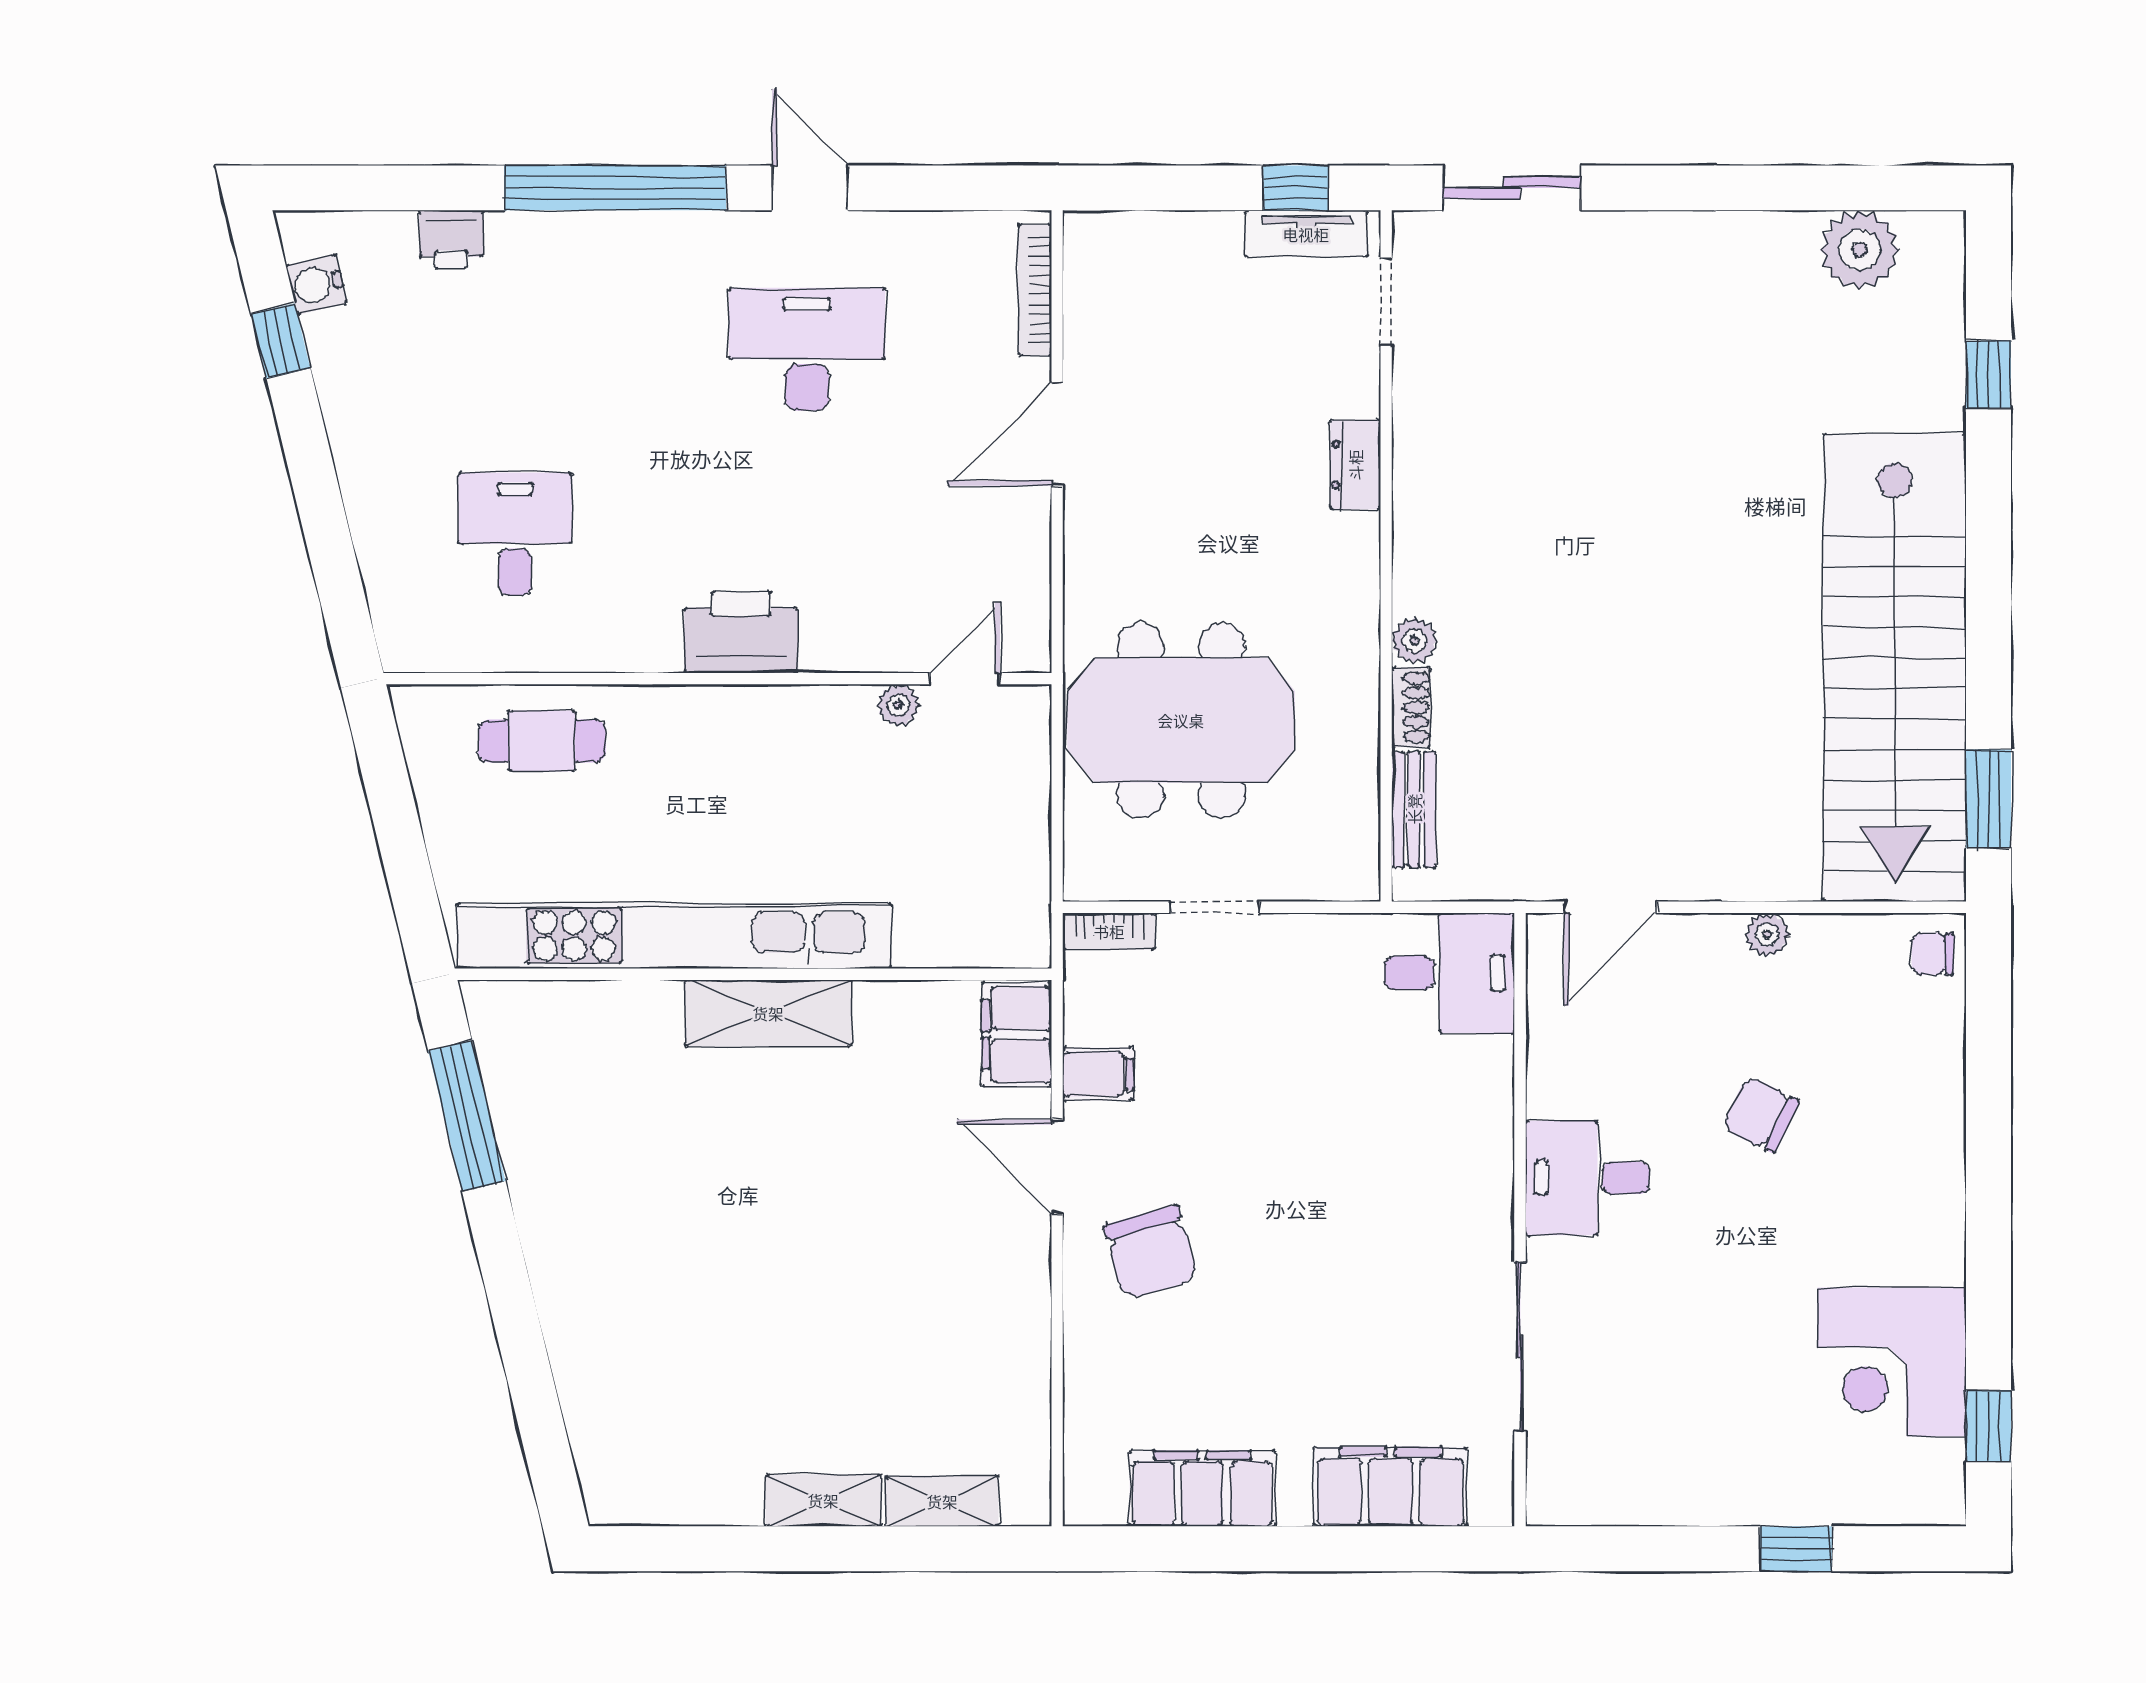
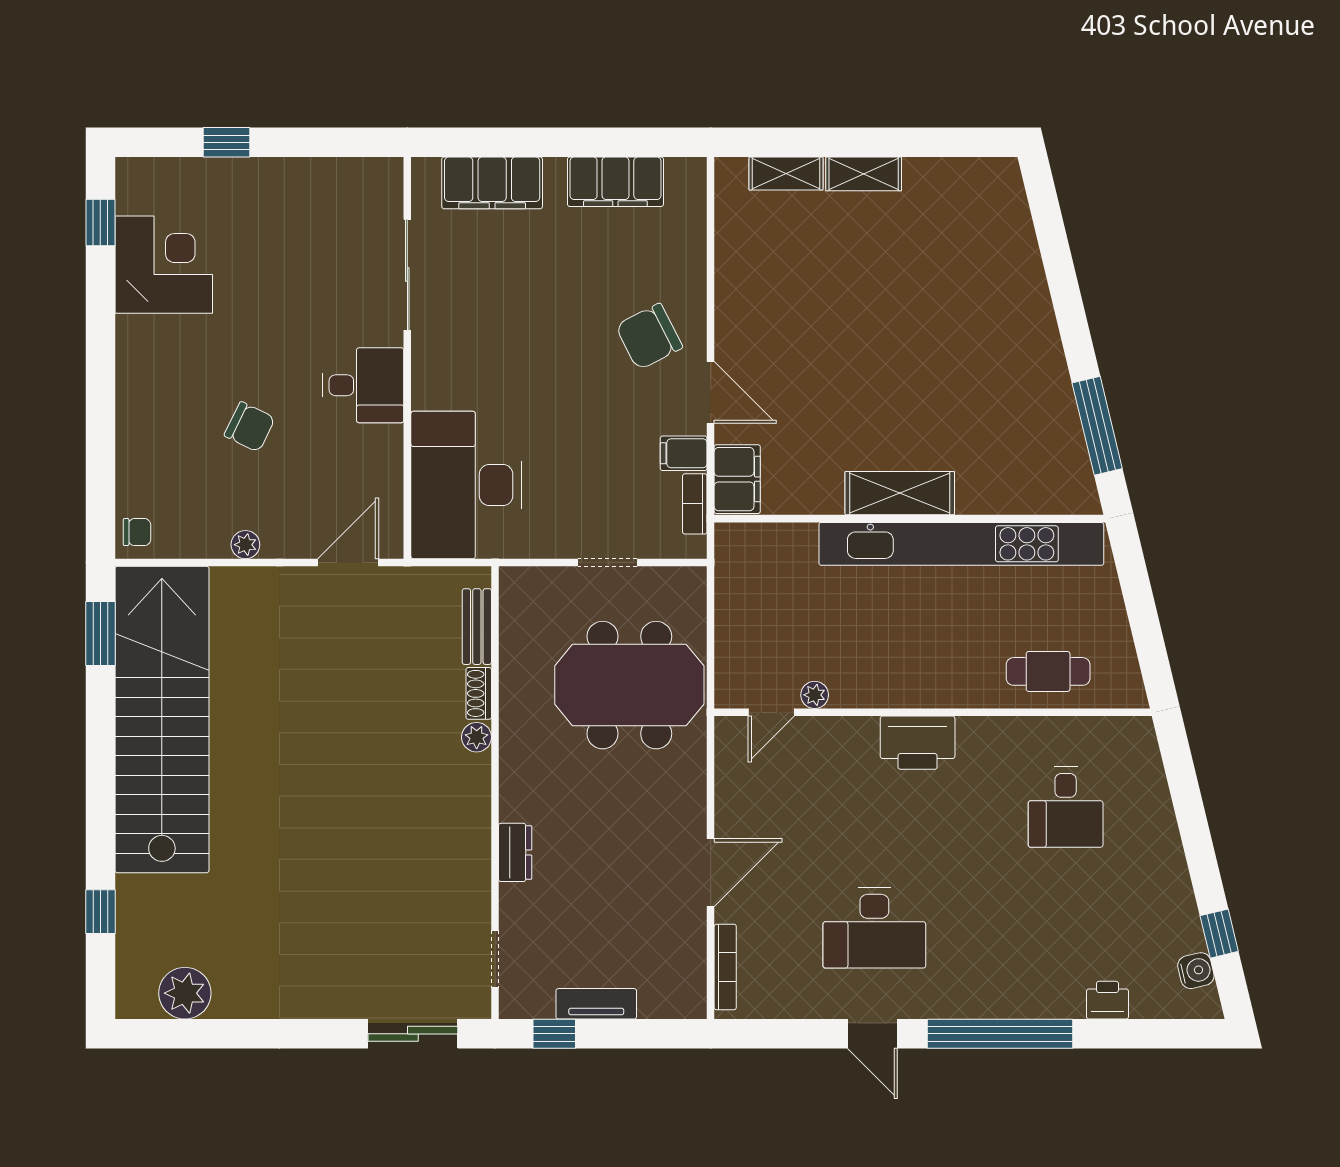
tv unit: (1306, 234) -> (596, 1004), moved
bookcase: (1109, 931) -> (695, 504), moved, turned -90
desk: (1450, 973) -> (466, 485), width x1.87, depth x1.30
chair: (1151, 1252) -> (649, 337), turned -101

